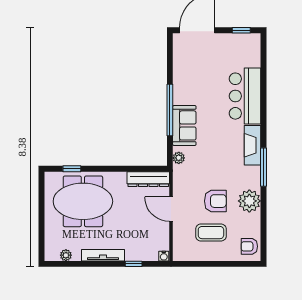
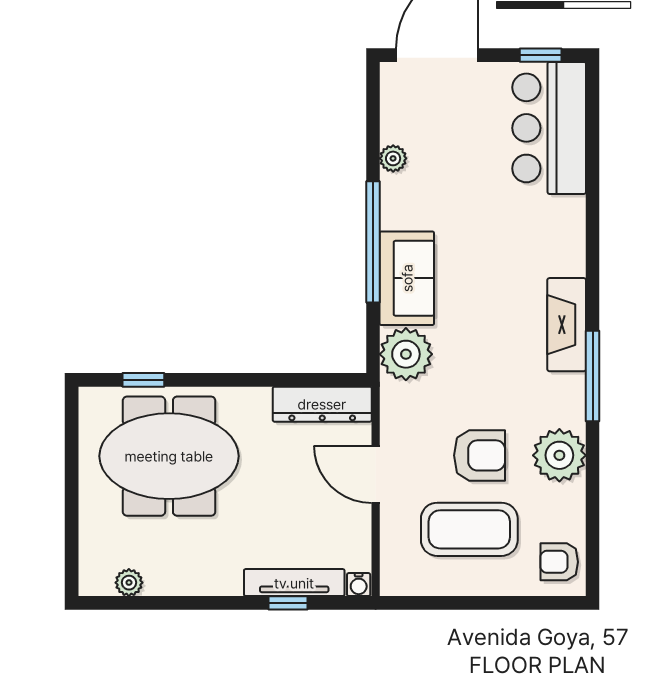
plant: (178, 74) -> (393, 158), added
bar counter: (245, 96) -> (549, 128), moved
plant: (179, 158) -> (406, 354), width x1.88, depth x1.88
coffee table: (211, 233) -> (469, 529), width x1.36, depth x1.32
tv unit: (103, 255) -> (294, 583), moved

